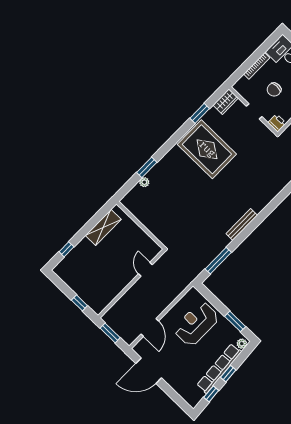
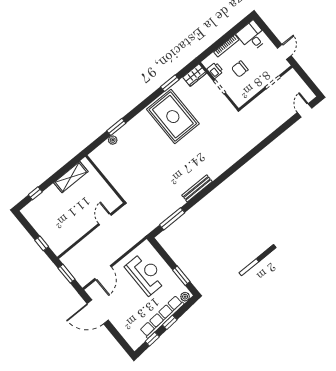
printer: (277, 123) -> (215, 70), moved
reception desk: (196, 324) -> (146, 274), turned 90

